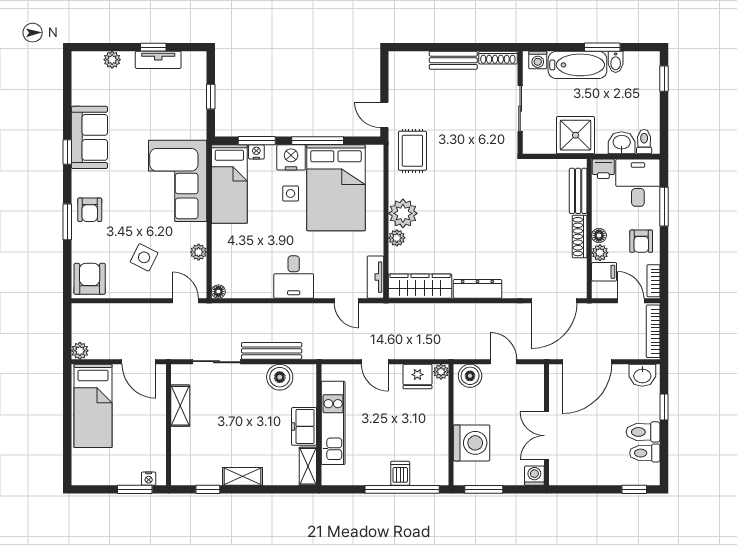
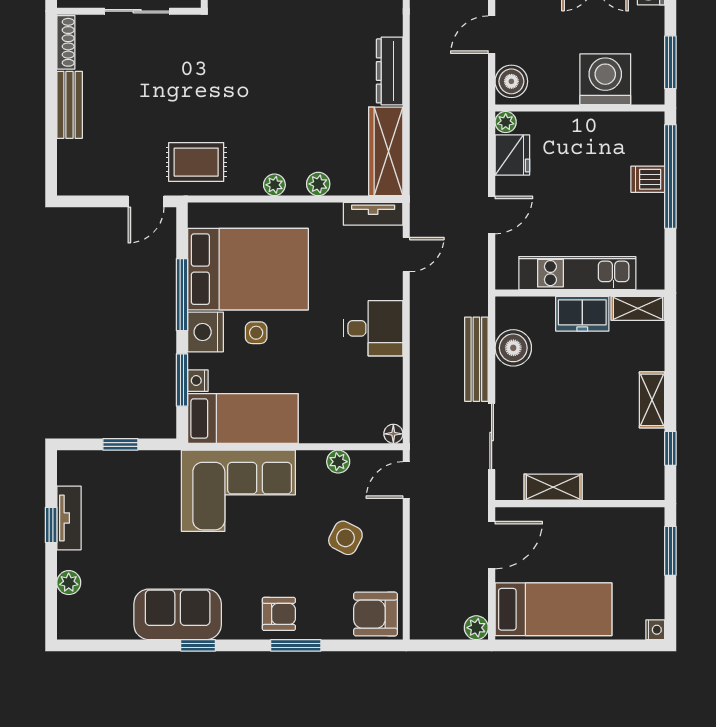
plant: (403, 213) -> (274, 185), width x0.53, depth x0.53
nightstand: (149, 479) -> (655, 630), moved

